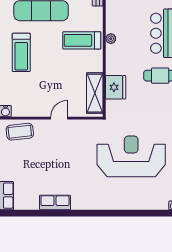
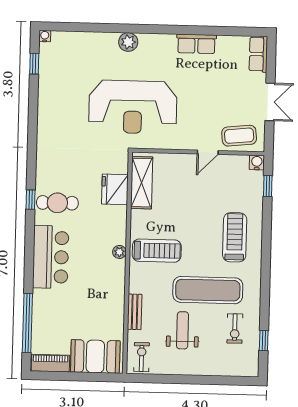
door: (59, 118) -> (208, 152), moved
reception desk: (131, 156) -> (133, 107), moved
plant: (108, 202) -> (128, 42), added

